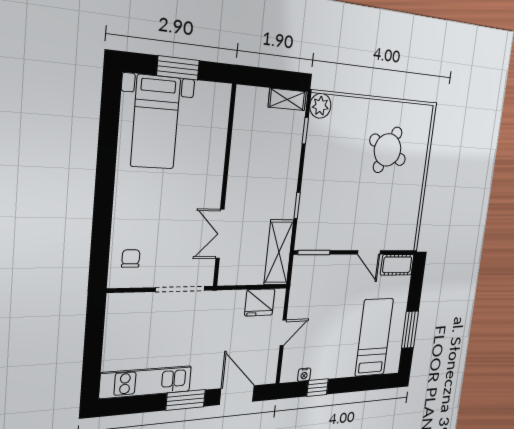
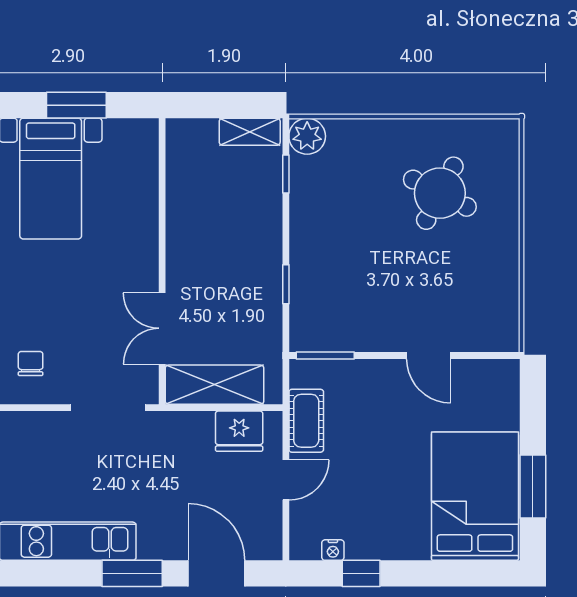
shelving: (279, 252) -> (215, 385), moved, turned 90
cot: (397, 265) -> (306, 421), moved, turned 90
bed: (374, 337) -> (475, 496), width x1.50

